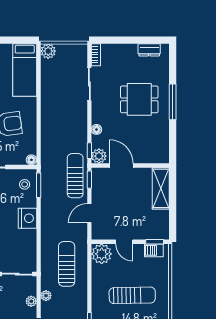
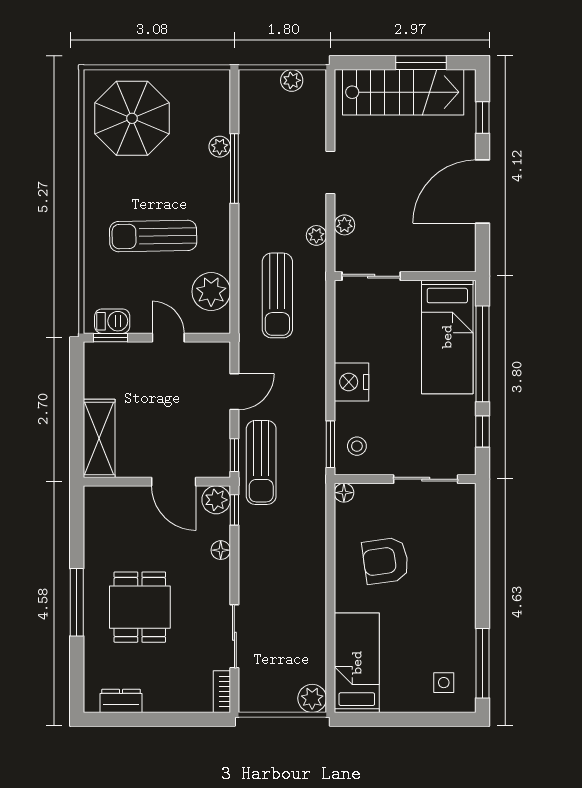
dining table: (139, 99) -> (140, 607), turned 90
plant: (102, 254) -> (211, 292), moved

